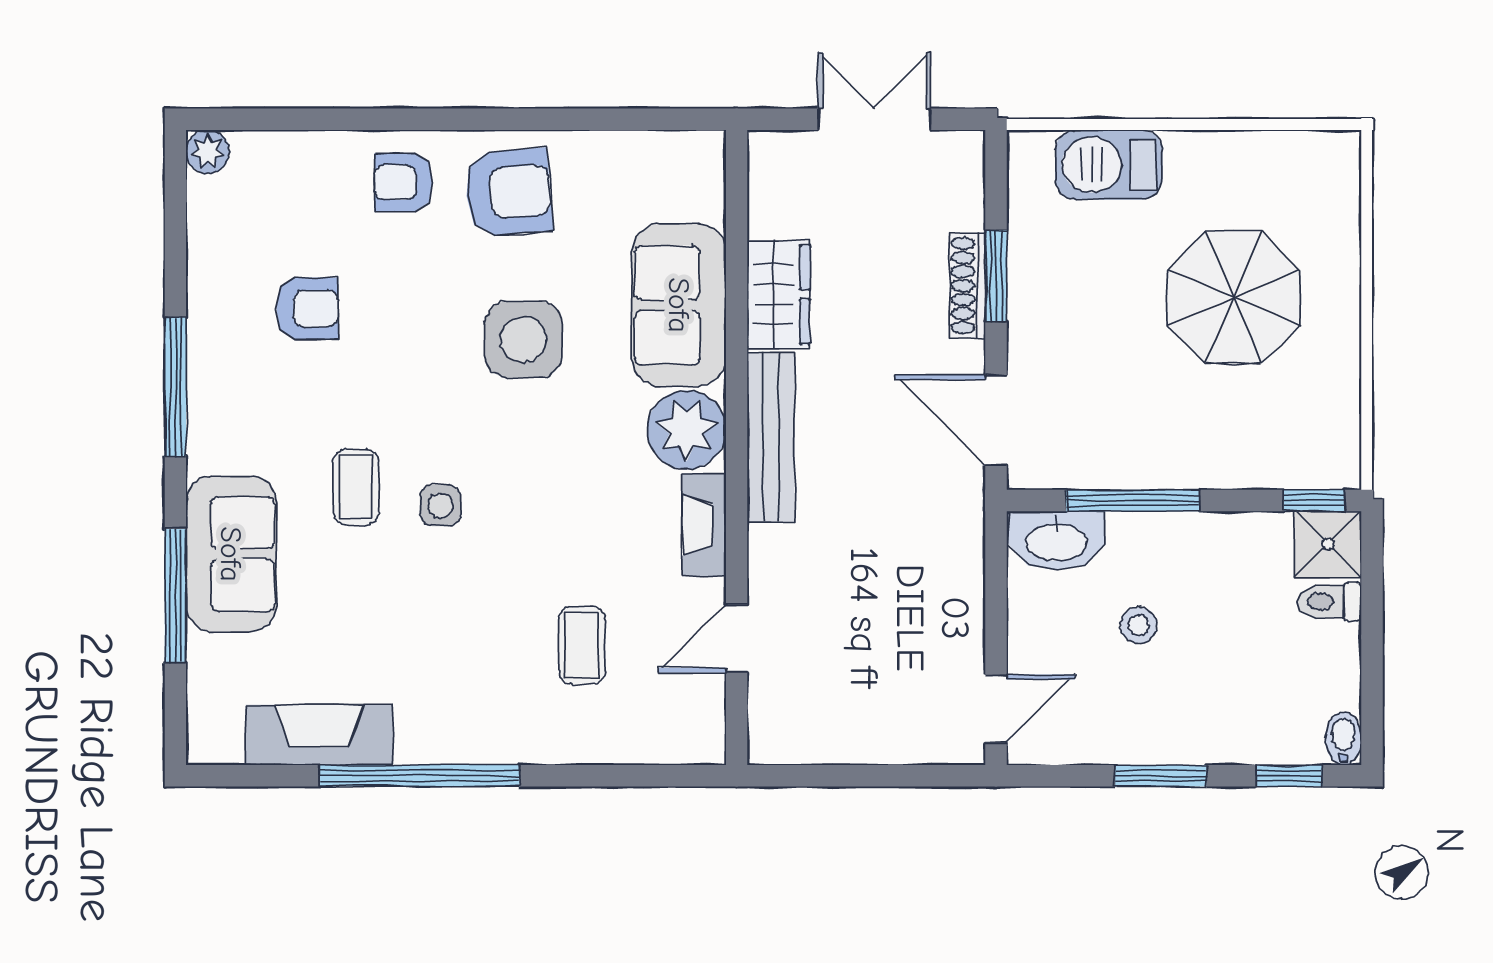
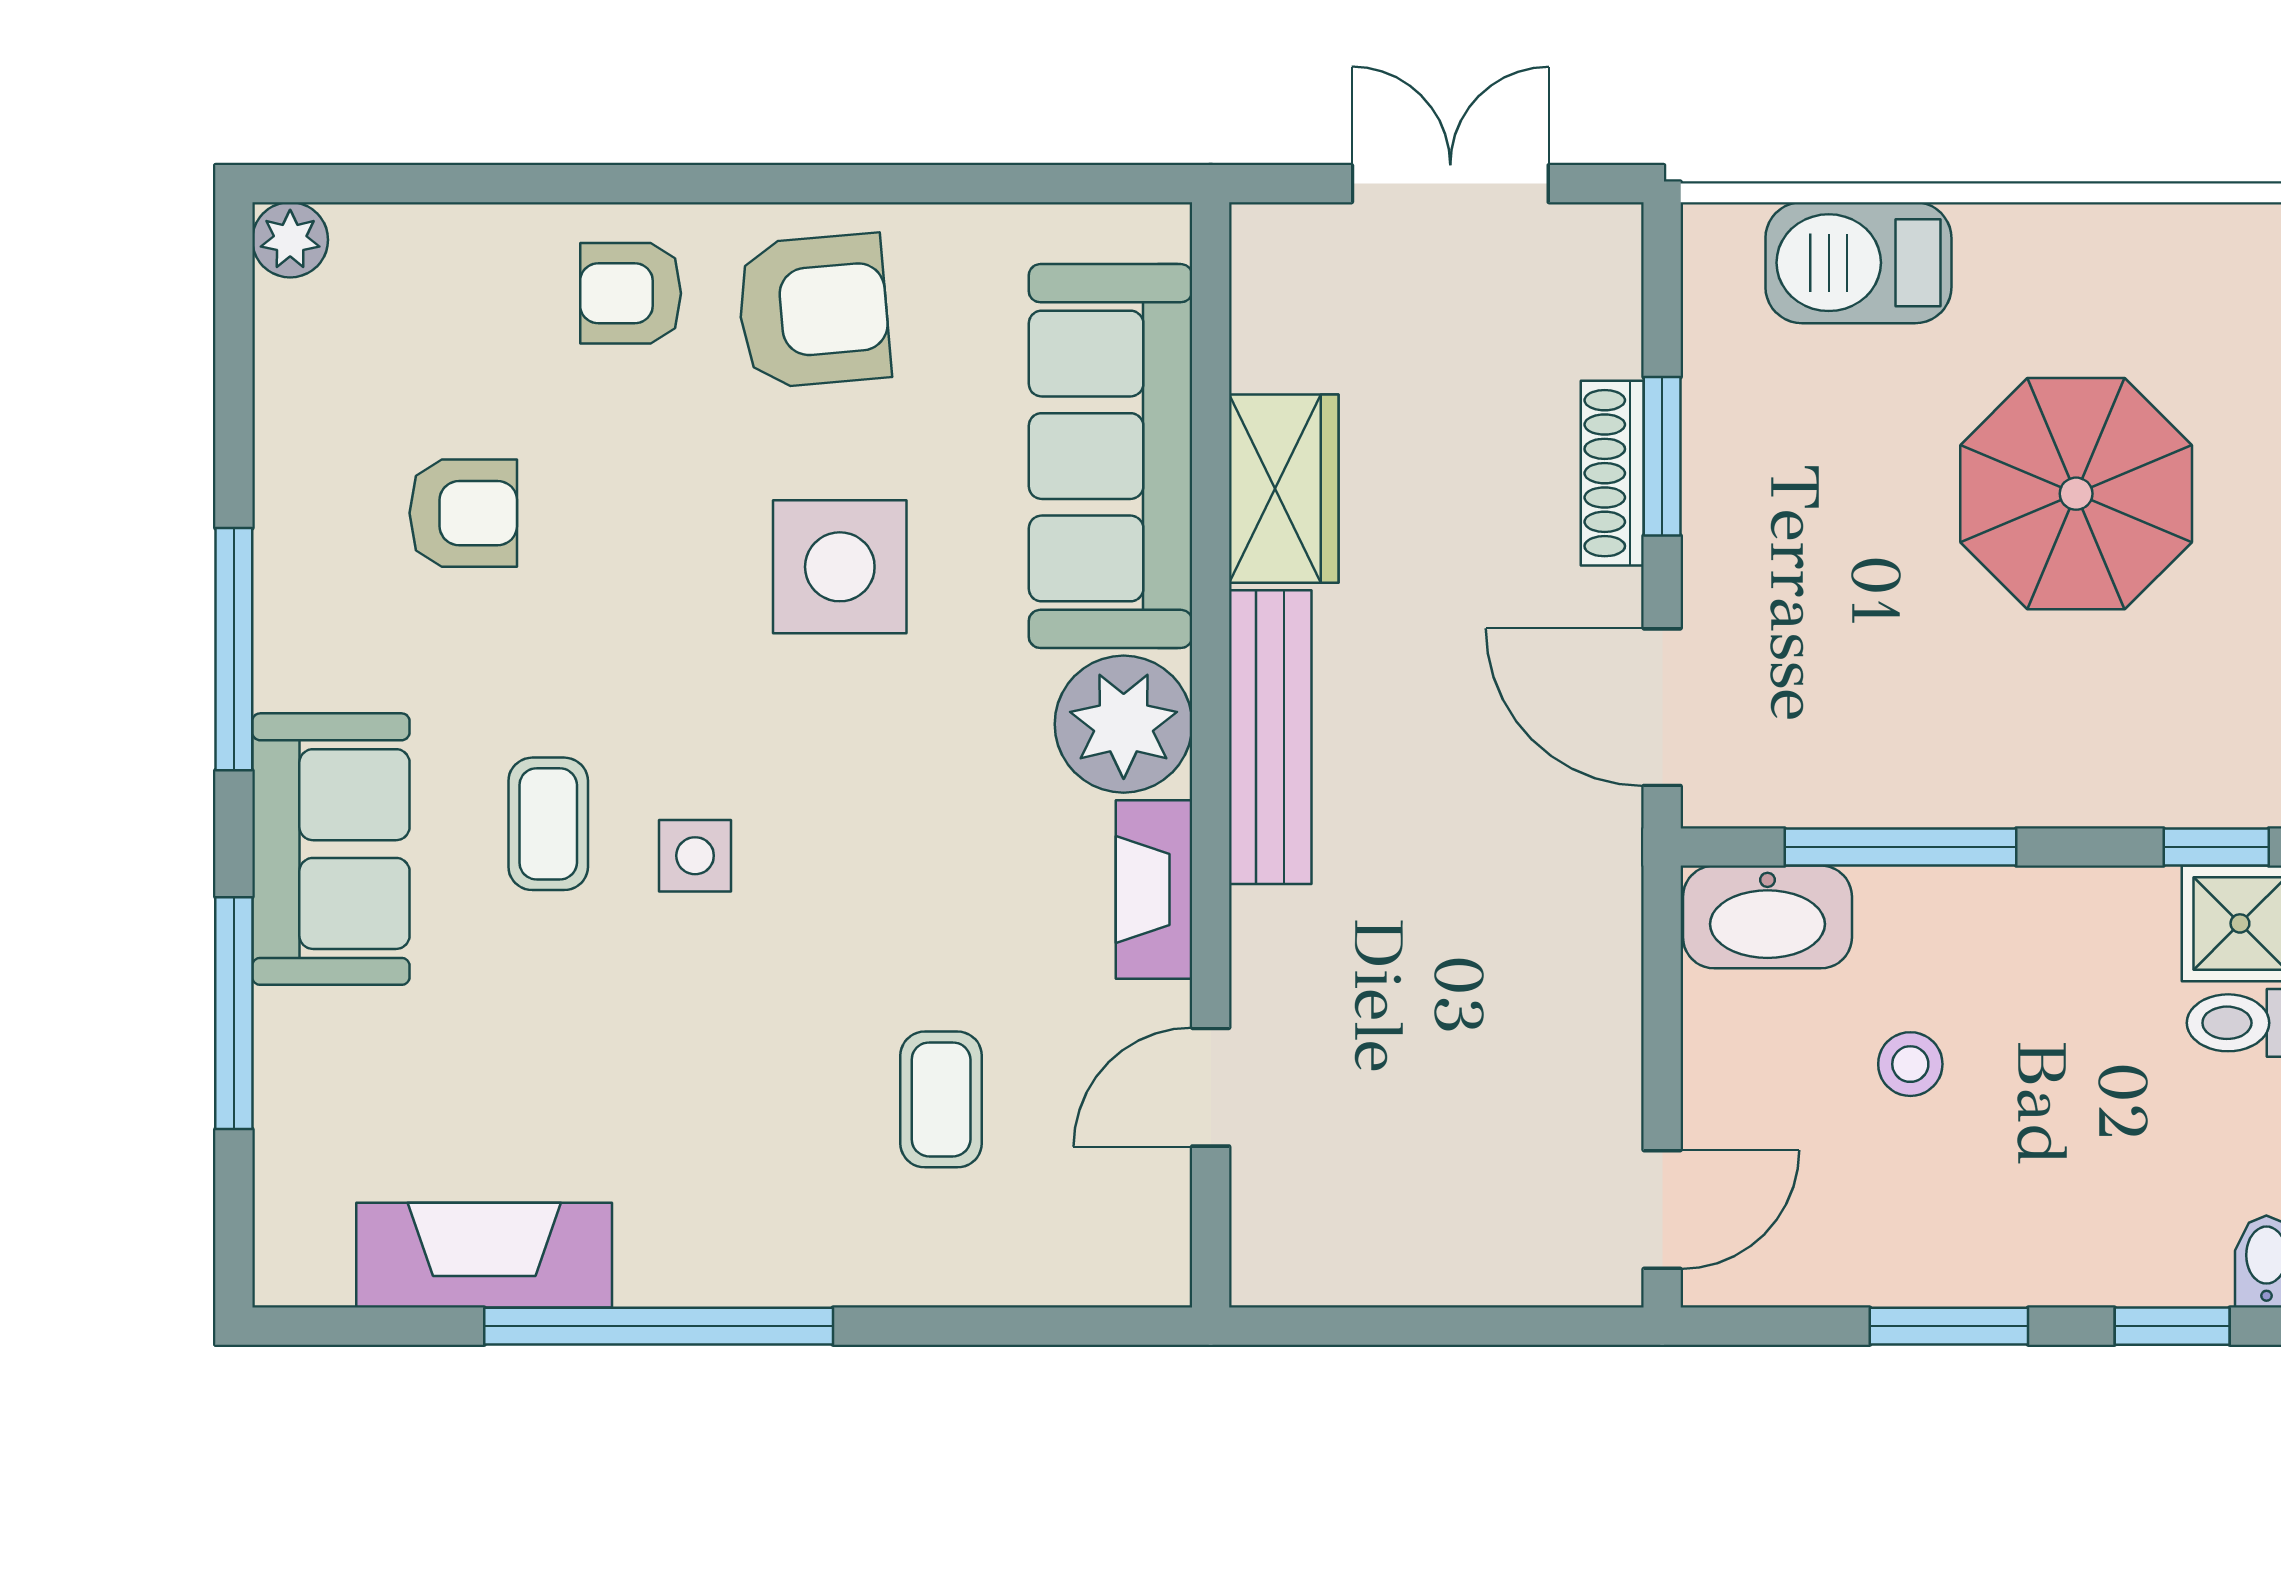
sofa: (679, 305) -> (1111, 456), width x1.36
sofa: (231, 554) -> (331, 849), moved

